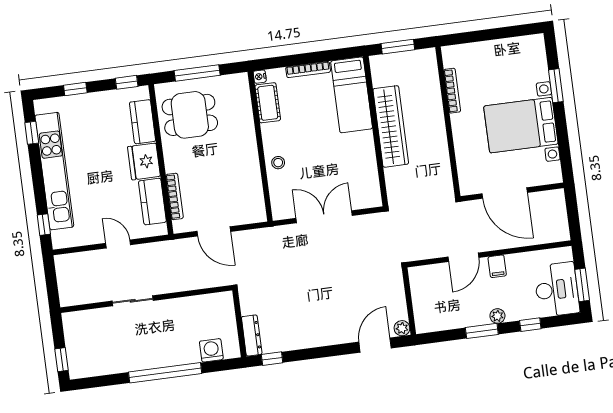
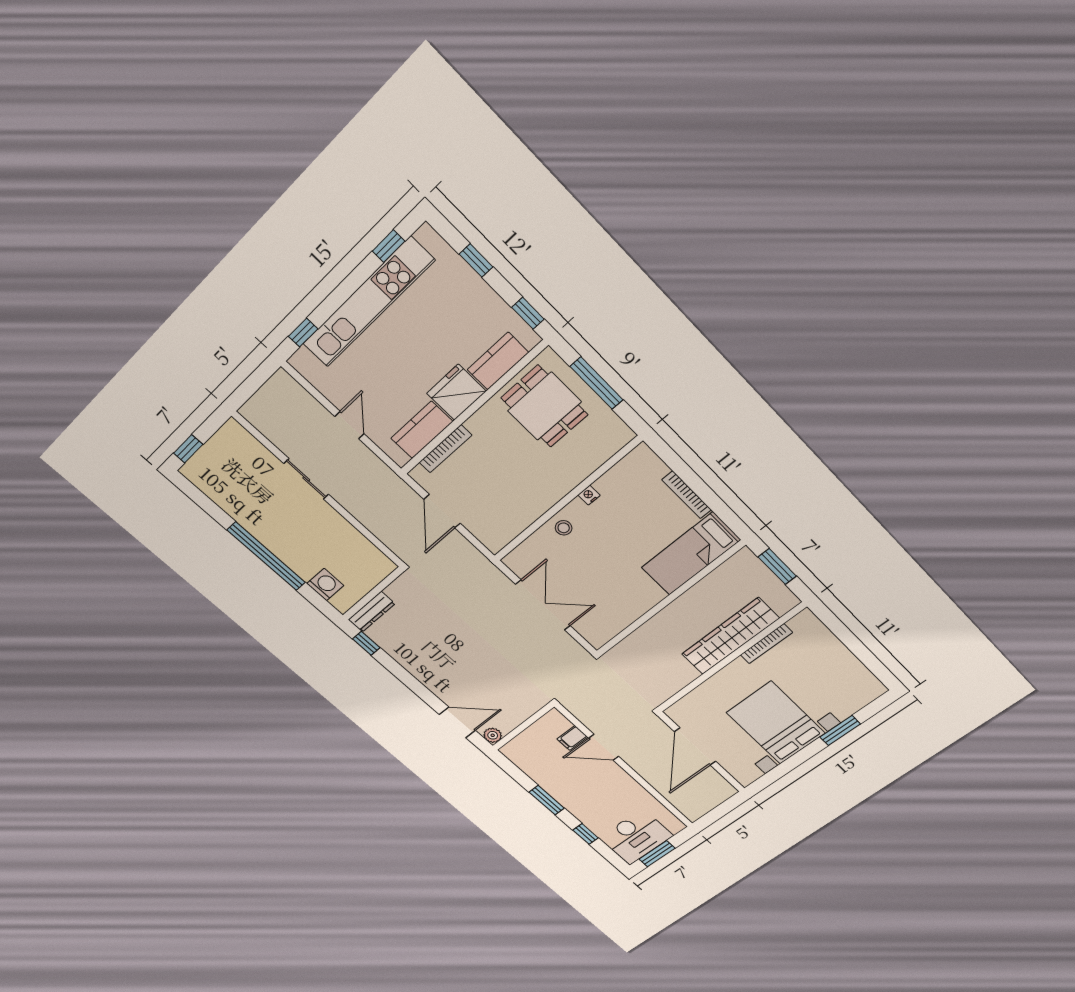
nightstand: (260, 77) -> (589, 495), moved
cot: (268, 103) -> (619, 477), removed
wardrobe: (391, 126) -> (730, 636), moved, turned 180
filing cabinet: (497, 266) -> (572, 738), moved
plant: (497, 316) -> (571, 805), removed

